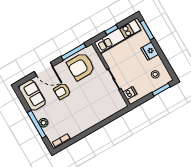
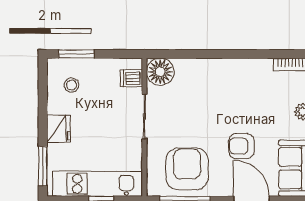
armchair: (81, 67) -> (187, 169), turned -90
armchair: (62, 91) -> (242, 146), turned 180
floor lamp: (118, 104) -> (160, 72), added

